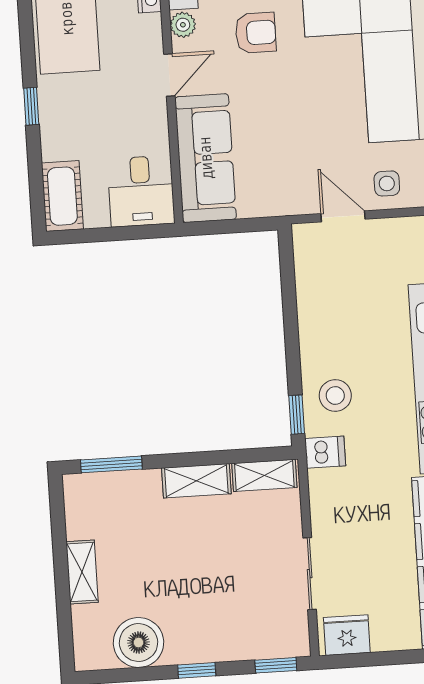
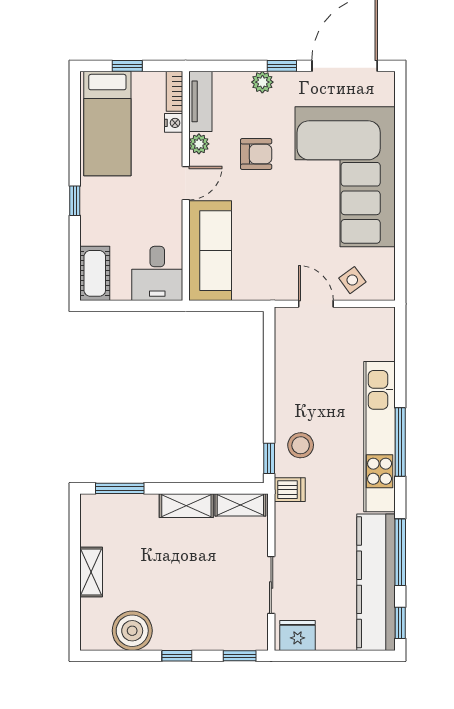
side table: (387, 183) -> (352, 280), turned -36

